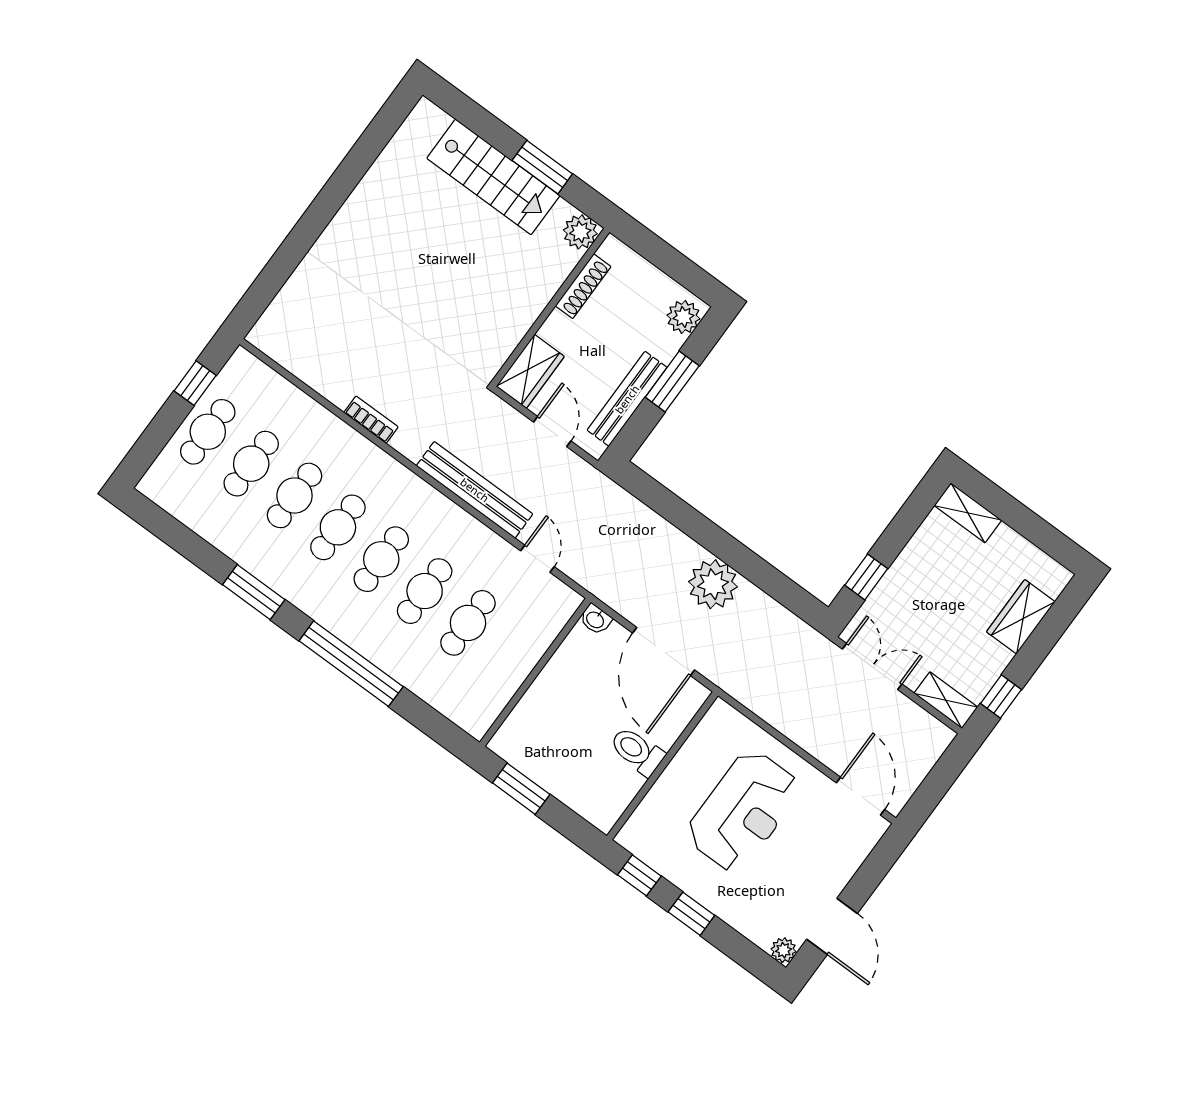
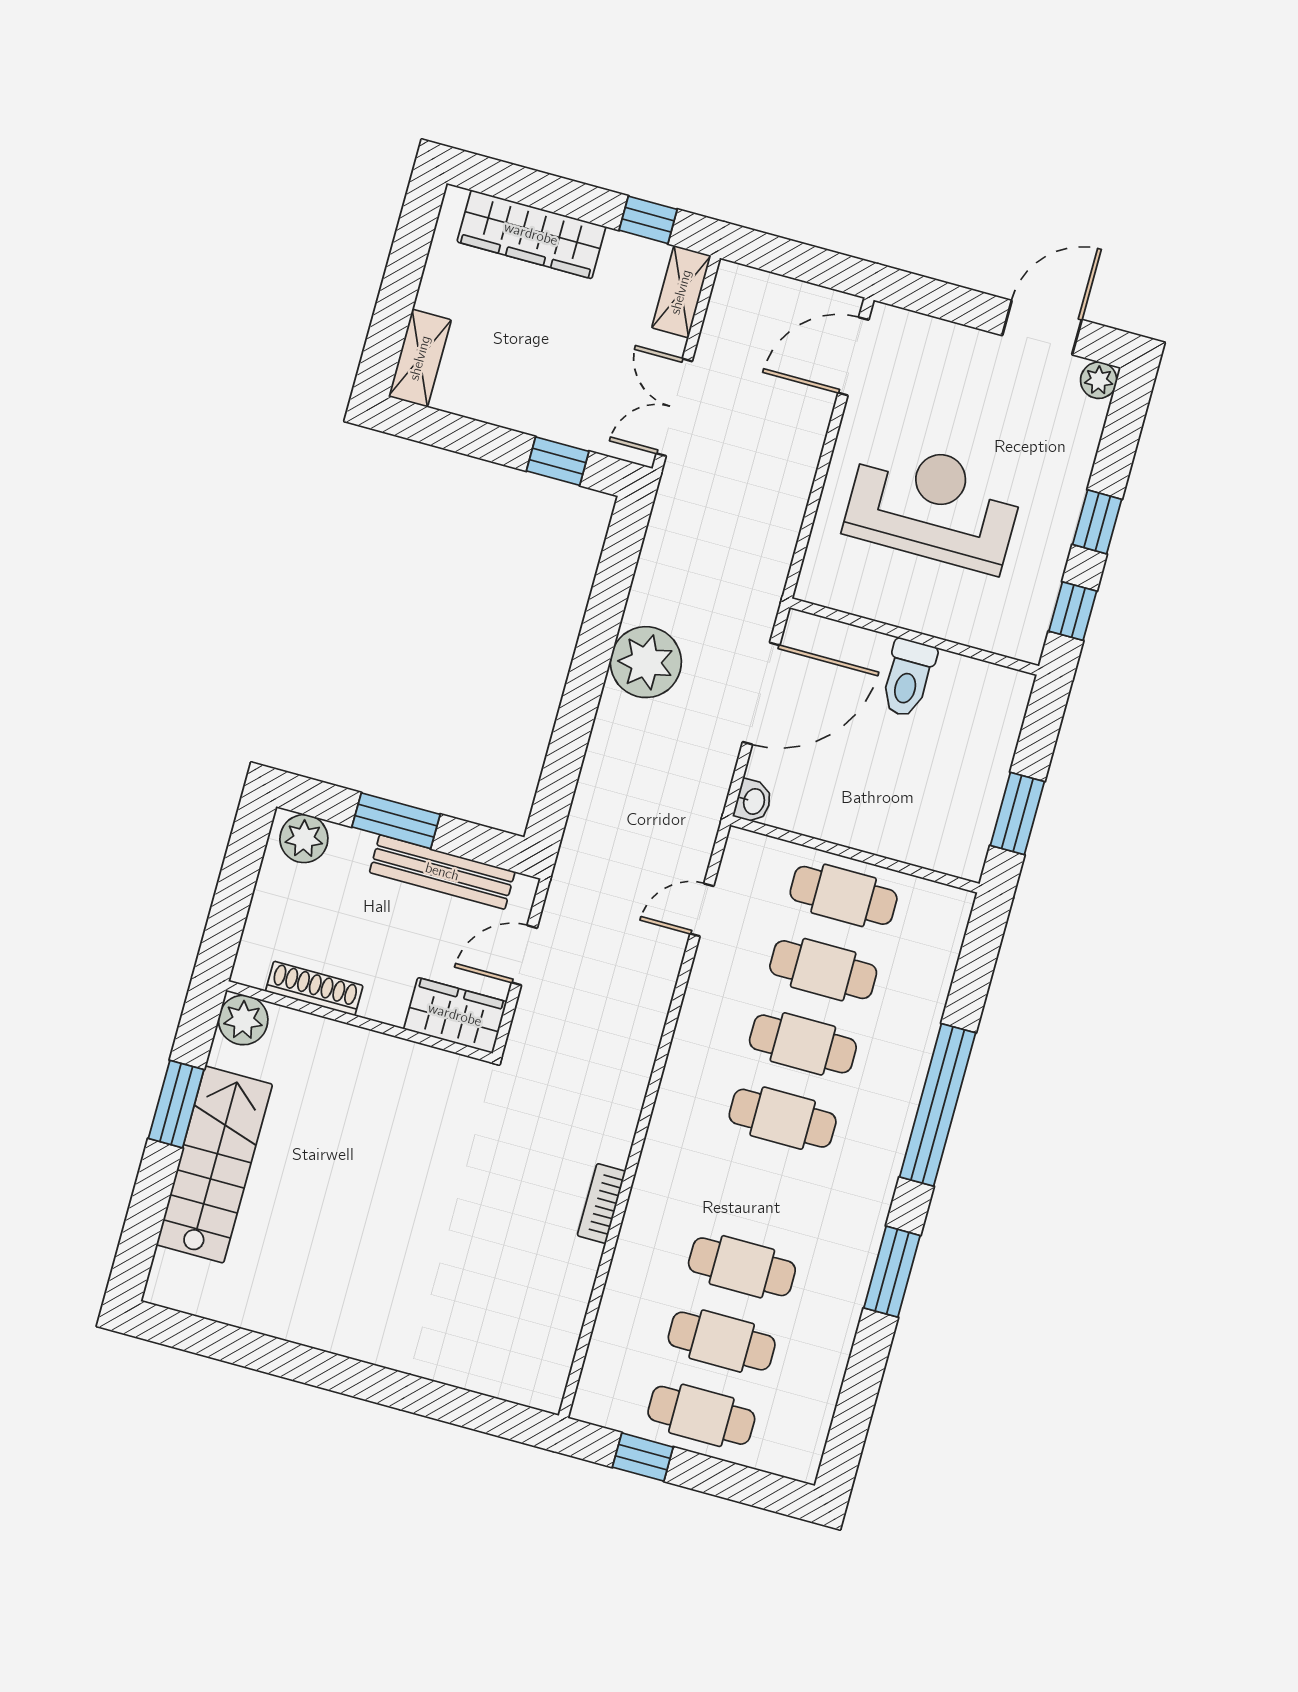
bench: (475, 490) -> (642, 1029), removed
cafe table: (338, 527) -> (844, 895), moved
wardrobe: (1021, 617) -> (531, 234), width x1.50

